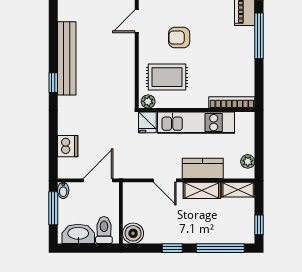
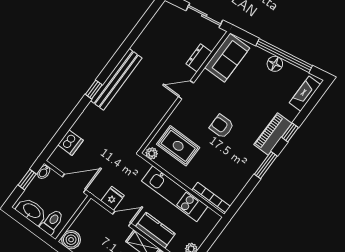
window: (259, 36) -> (266, 165), width x0.69
armchair: (179, 38) -> (222, 126), moved
fridge: (147, 122) -> (113, 198), moved, turned 180
door: (165, 180) -> (122, 219), swing flipped
window: (53, 208) -> (27, 180), width x0.67

